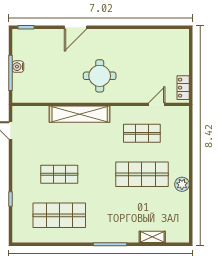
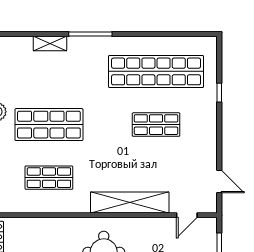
door: (157, 104) -> (187, 215), moved
shop shelf: (59, 215) -> (156, 71), width x1.40
shelving: (152, 237) -> (50, 44), moved

